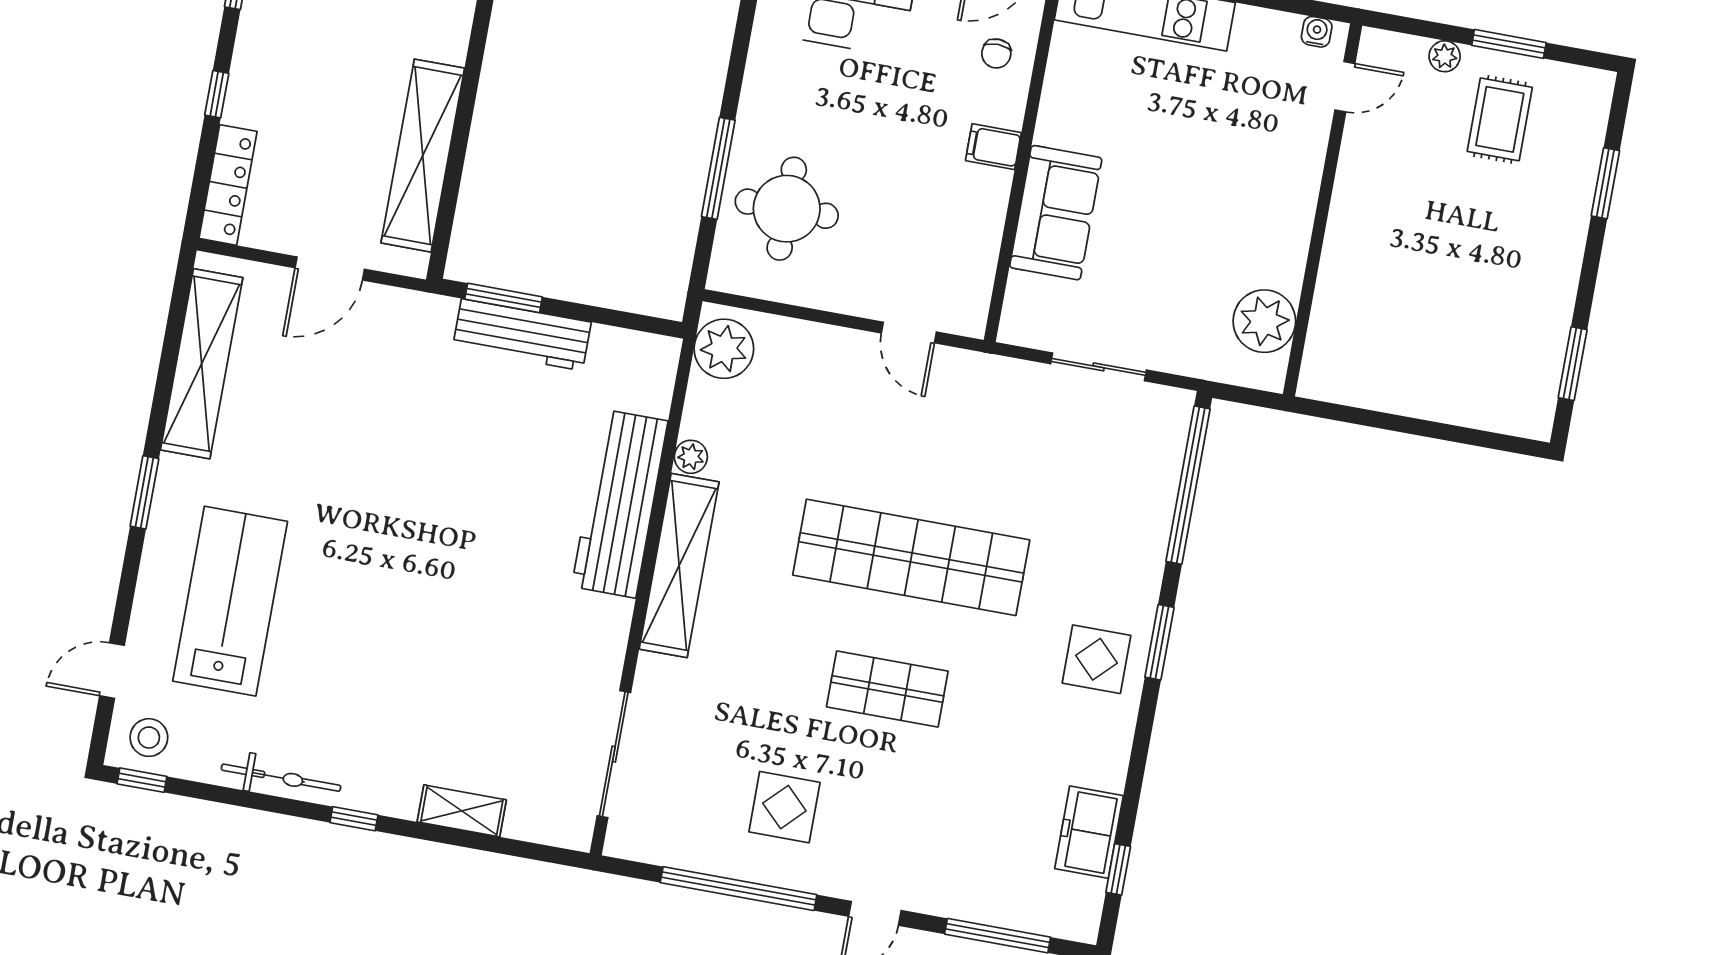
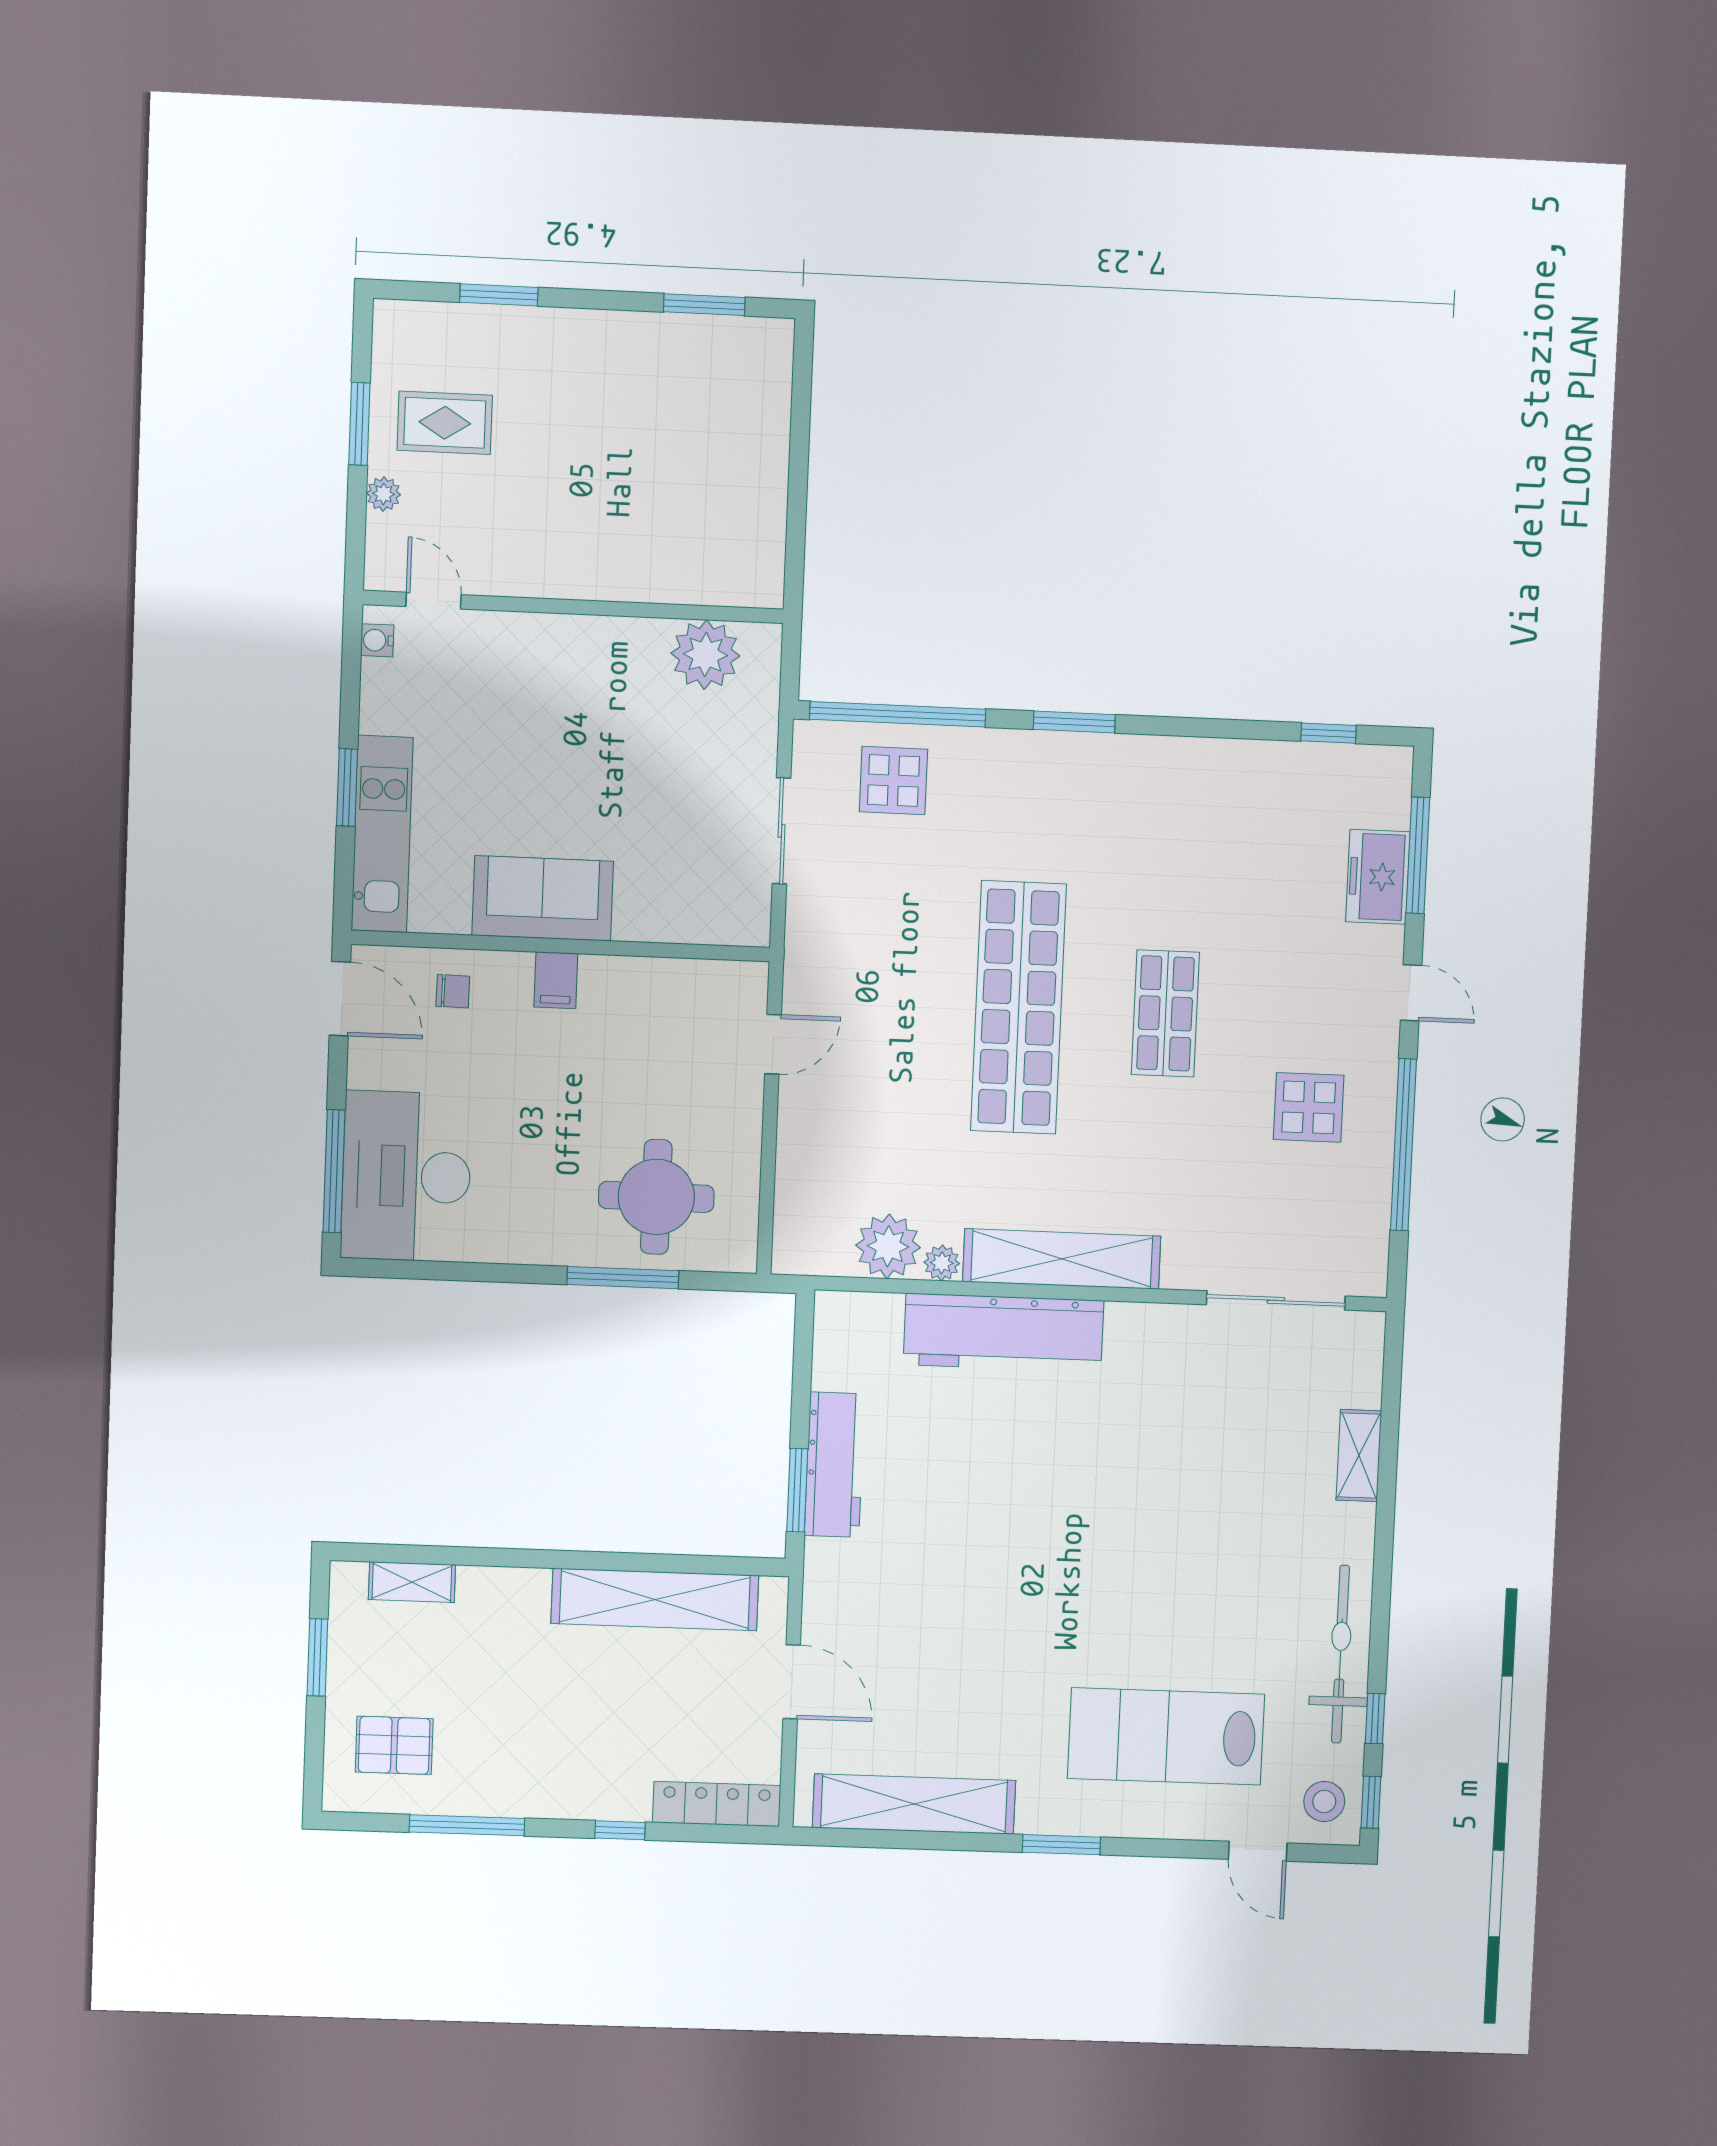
sofa: (1056, 213) -> (543, 898), moved
plant: (724, 349) -> (888, 1246), moved
display table: (1097, 659) -> (893, 781), moved
bicycle: (281, 778) -> (1340, 1654), width x1.37, depth x1.40
window: (354, 819) -> (1375, 1719), moved
freezer: (1089, 832) -> (1378, 877), moved, turned 90

